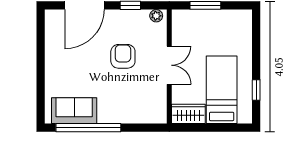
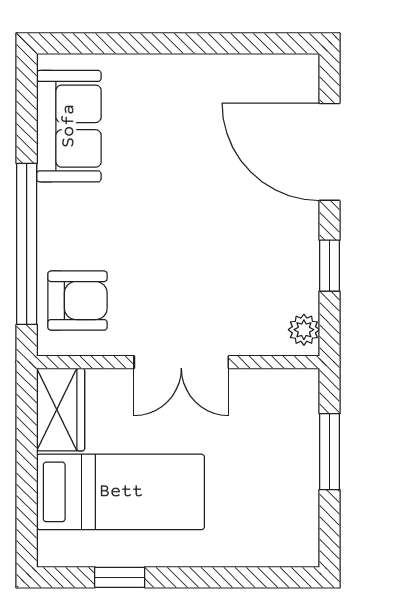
armchair: (123, 56) -> (77, 301), moved
window: (88, 128) -> (27, 244), moved

